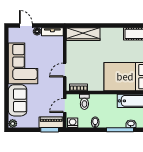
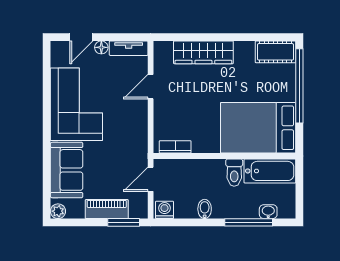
door: (26, 26) -> (81, 37), swing flipped
wardrobe: (83, 34) -> (203, 52), moved
door: (65, 70) -> (151, 87), moved
toilet: (84, 102) -> (234, 173), moved
piano: (51, 122) -> (107, 209), moved

